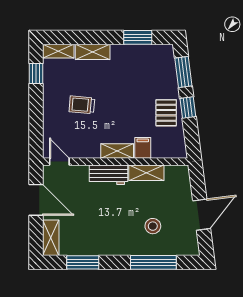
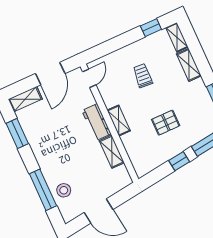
pallet: (166, 113) -> (166, 123), moved
filing cabinet: (143, 148) -> (131, 140), removed
stool: (153, 226) -> (64, 190), moved

